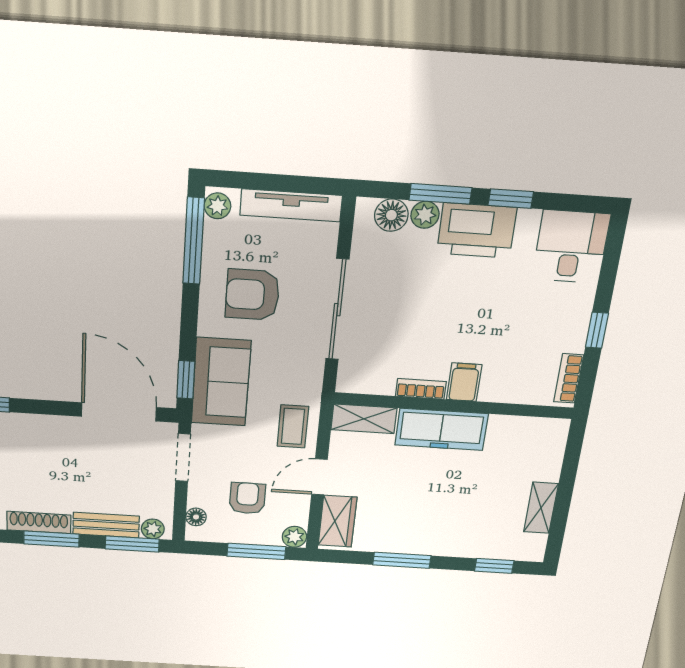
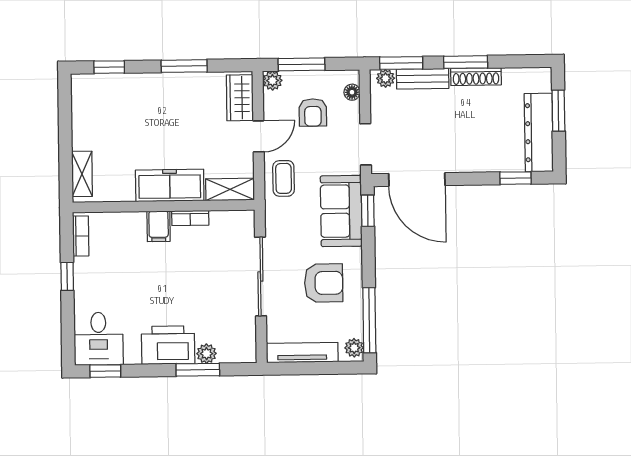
window: (511, 199) -> (105, 371), moved
floor lamp: (391, 215) -> (230, 351), removed
shelving: (541, 508) -> (82, 174), moved

